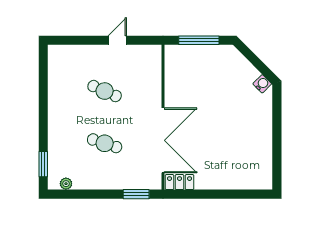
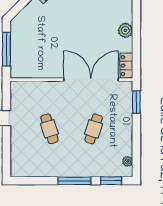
cafe table: (105, 91) -> (49, 129), turned -42
window: (43, 121) -> (74, 181), added
plant: (221, 181) -> (125, 30), added

